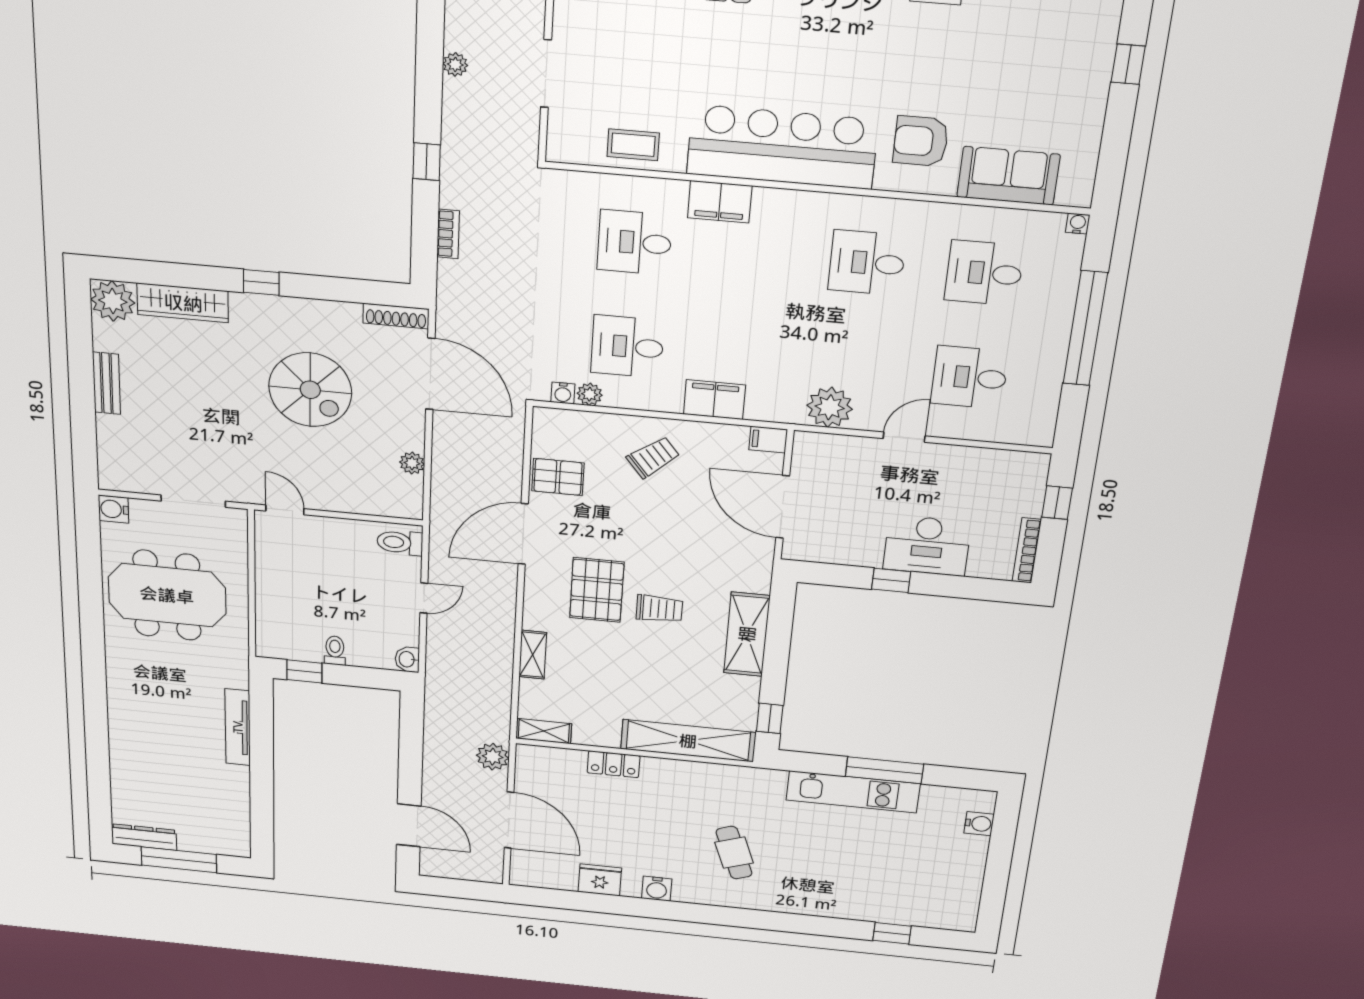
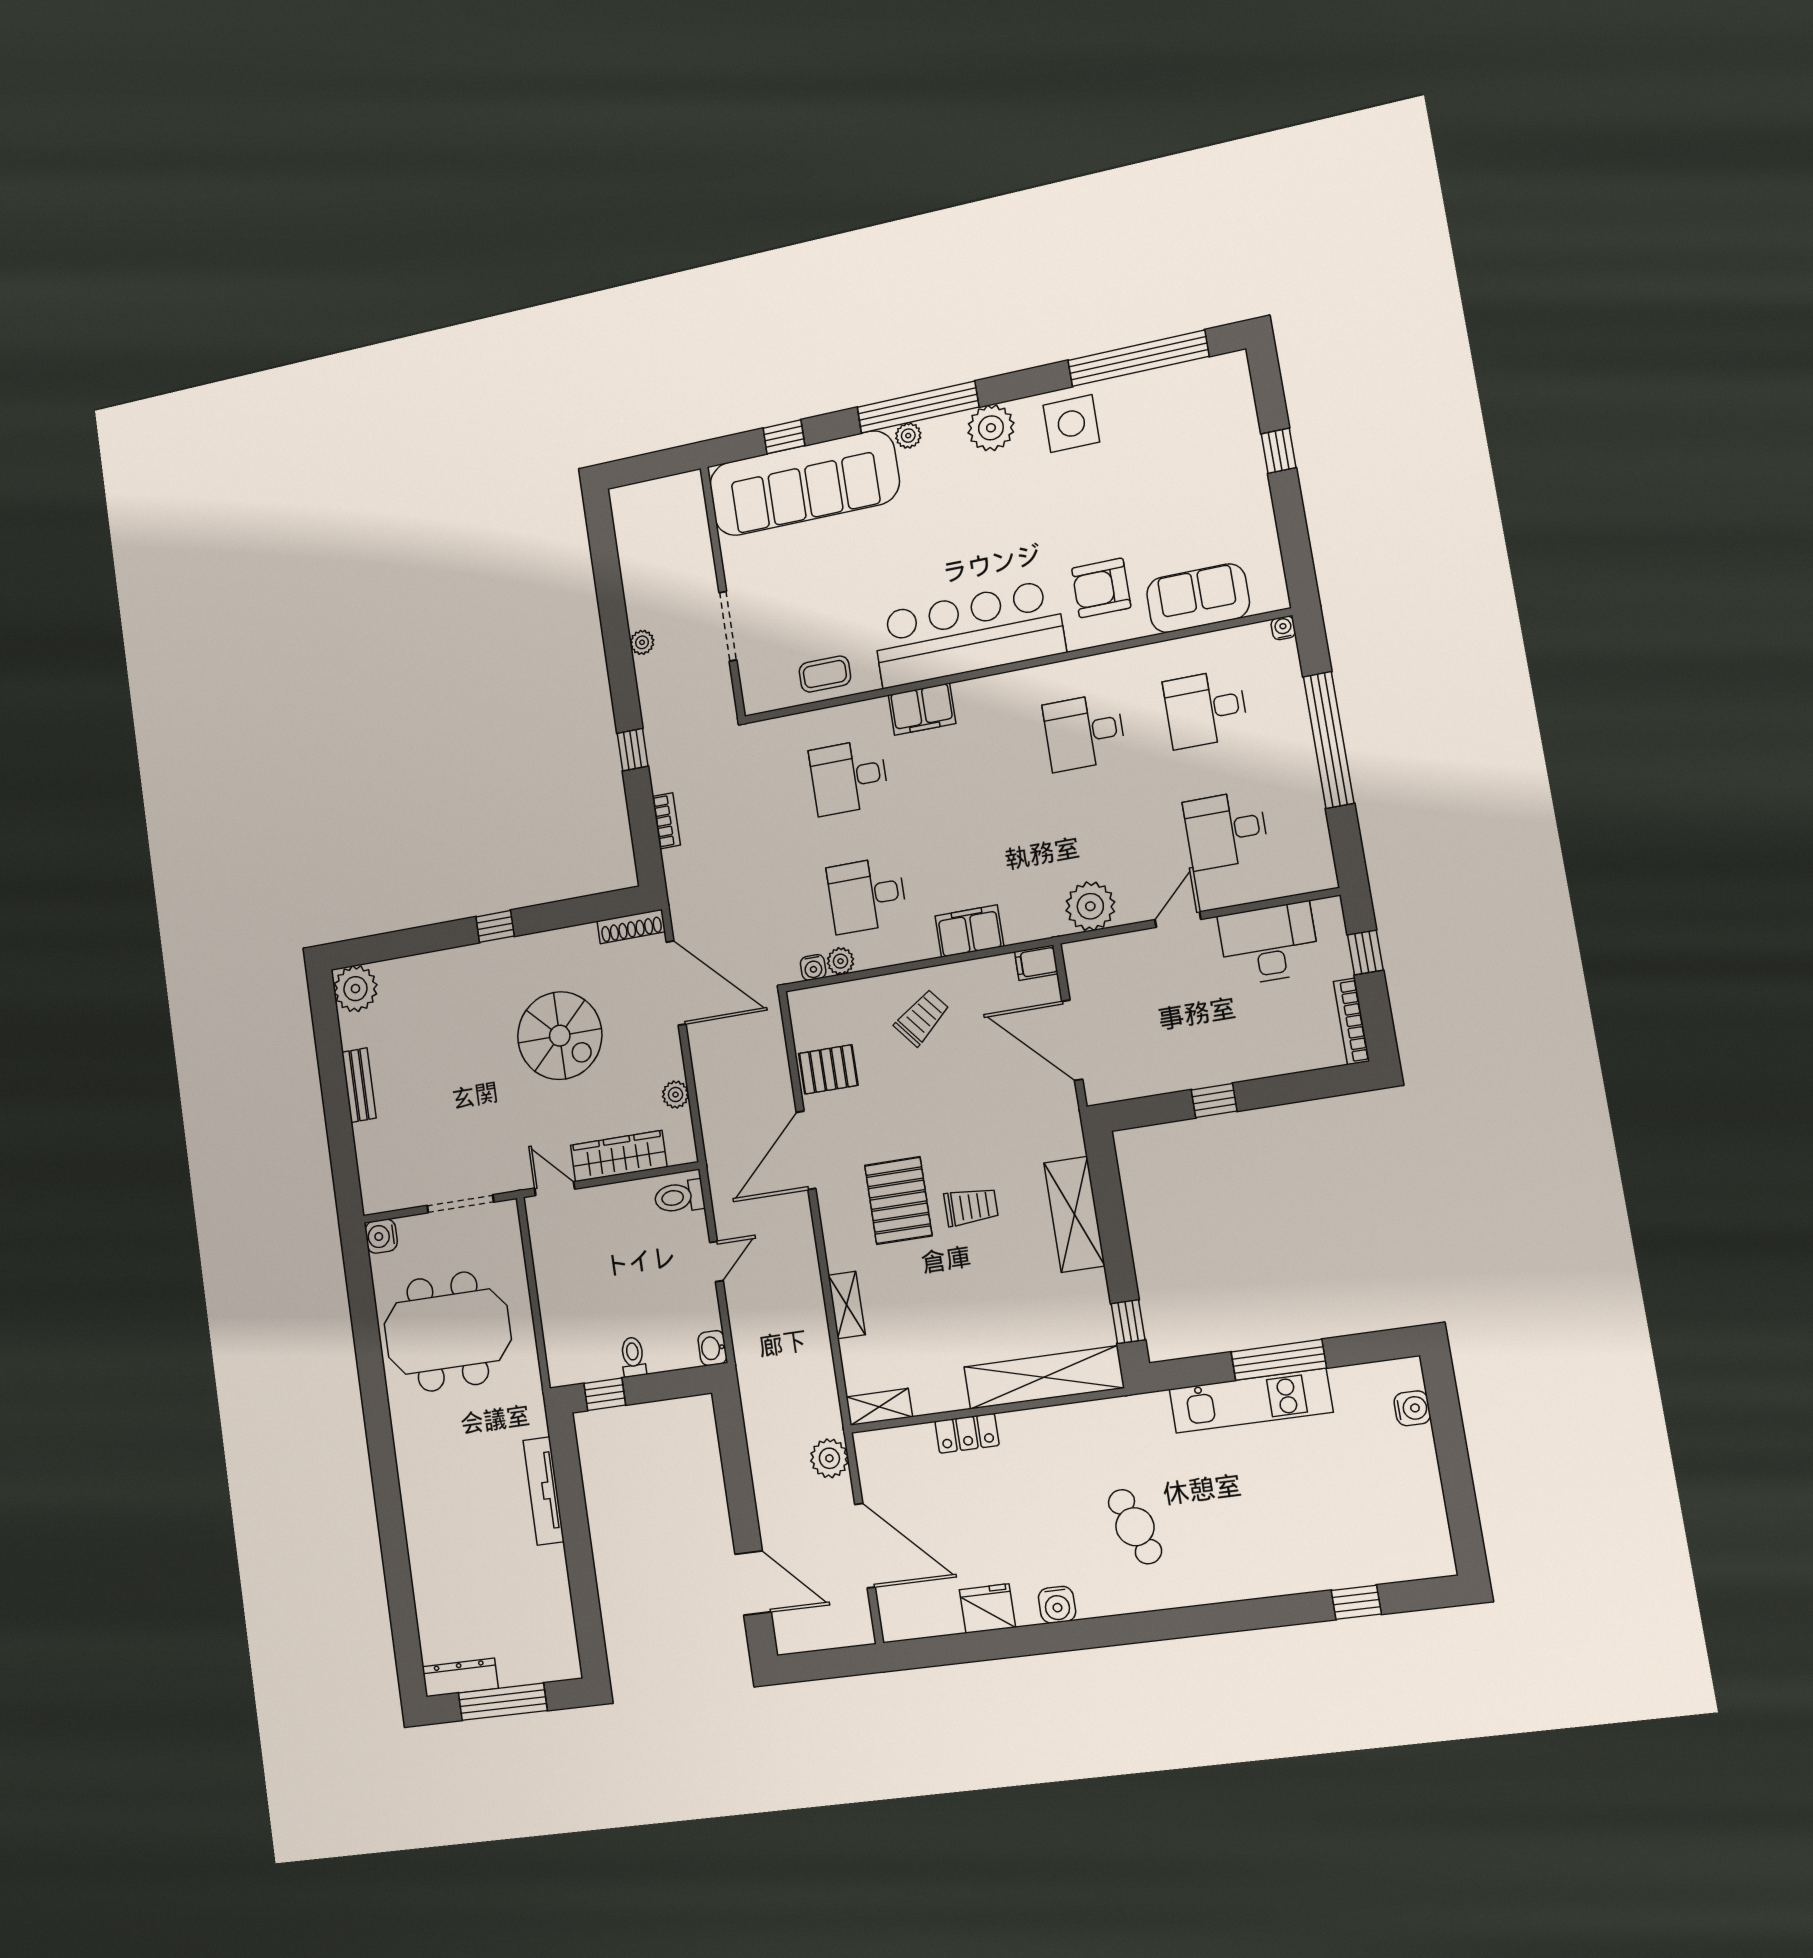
wardrobe: (183, 303) -> (619, 1156), moved, turned 180
desk: (927, 546) -> (1269, 944), moved, turned 180

